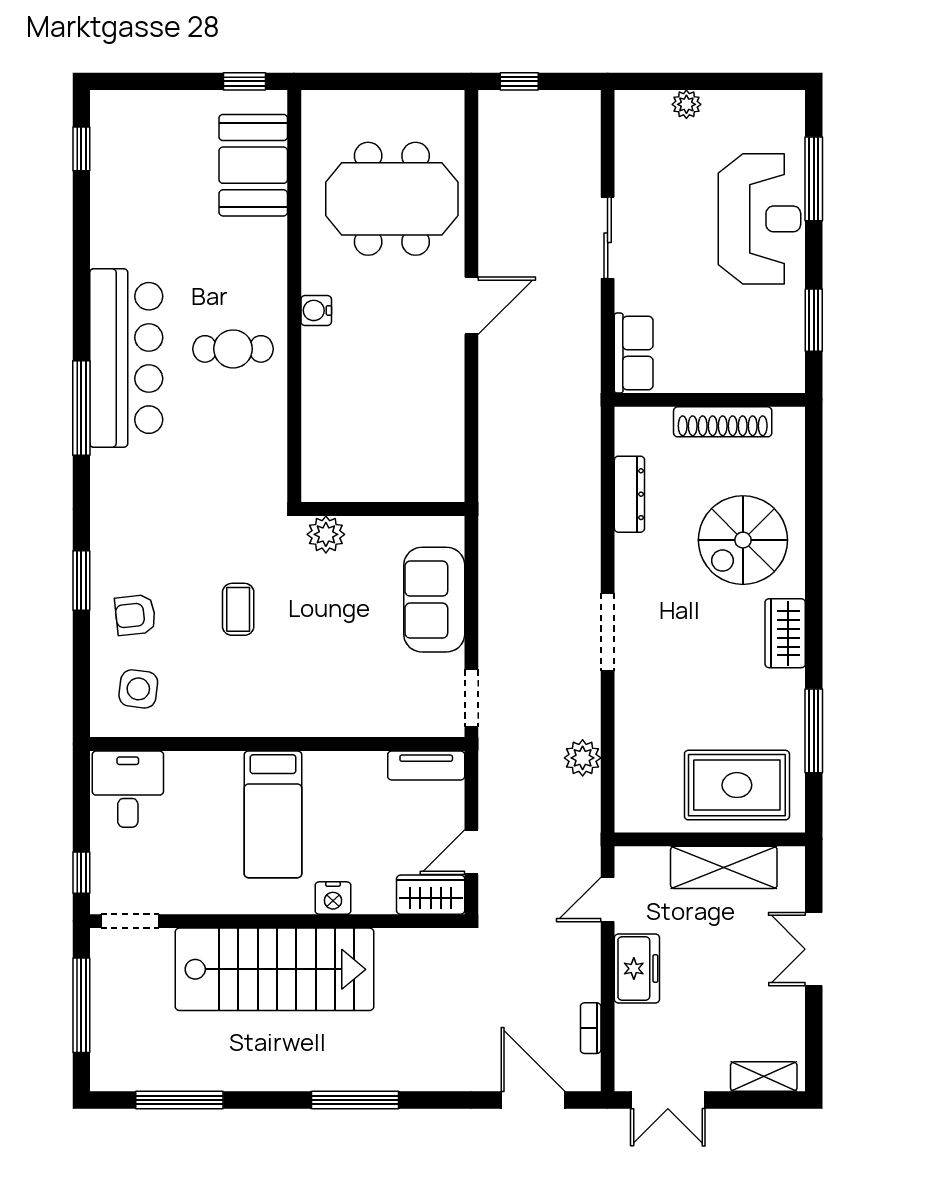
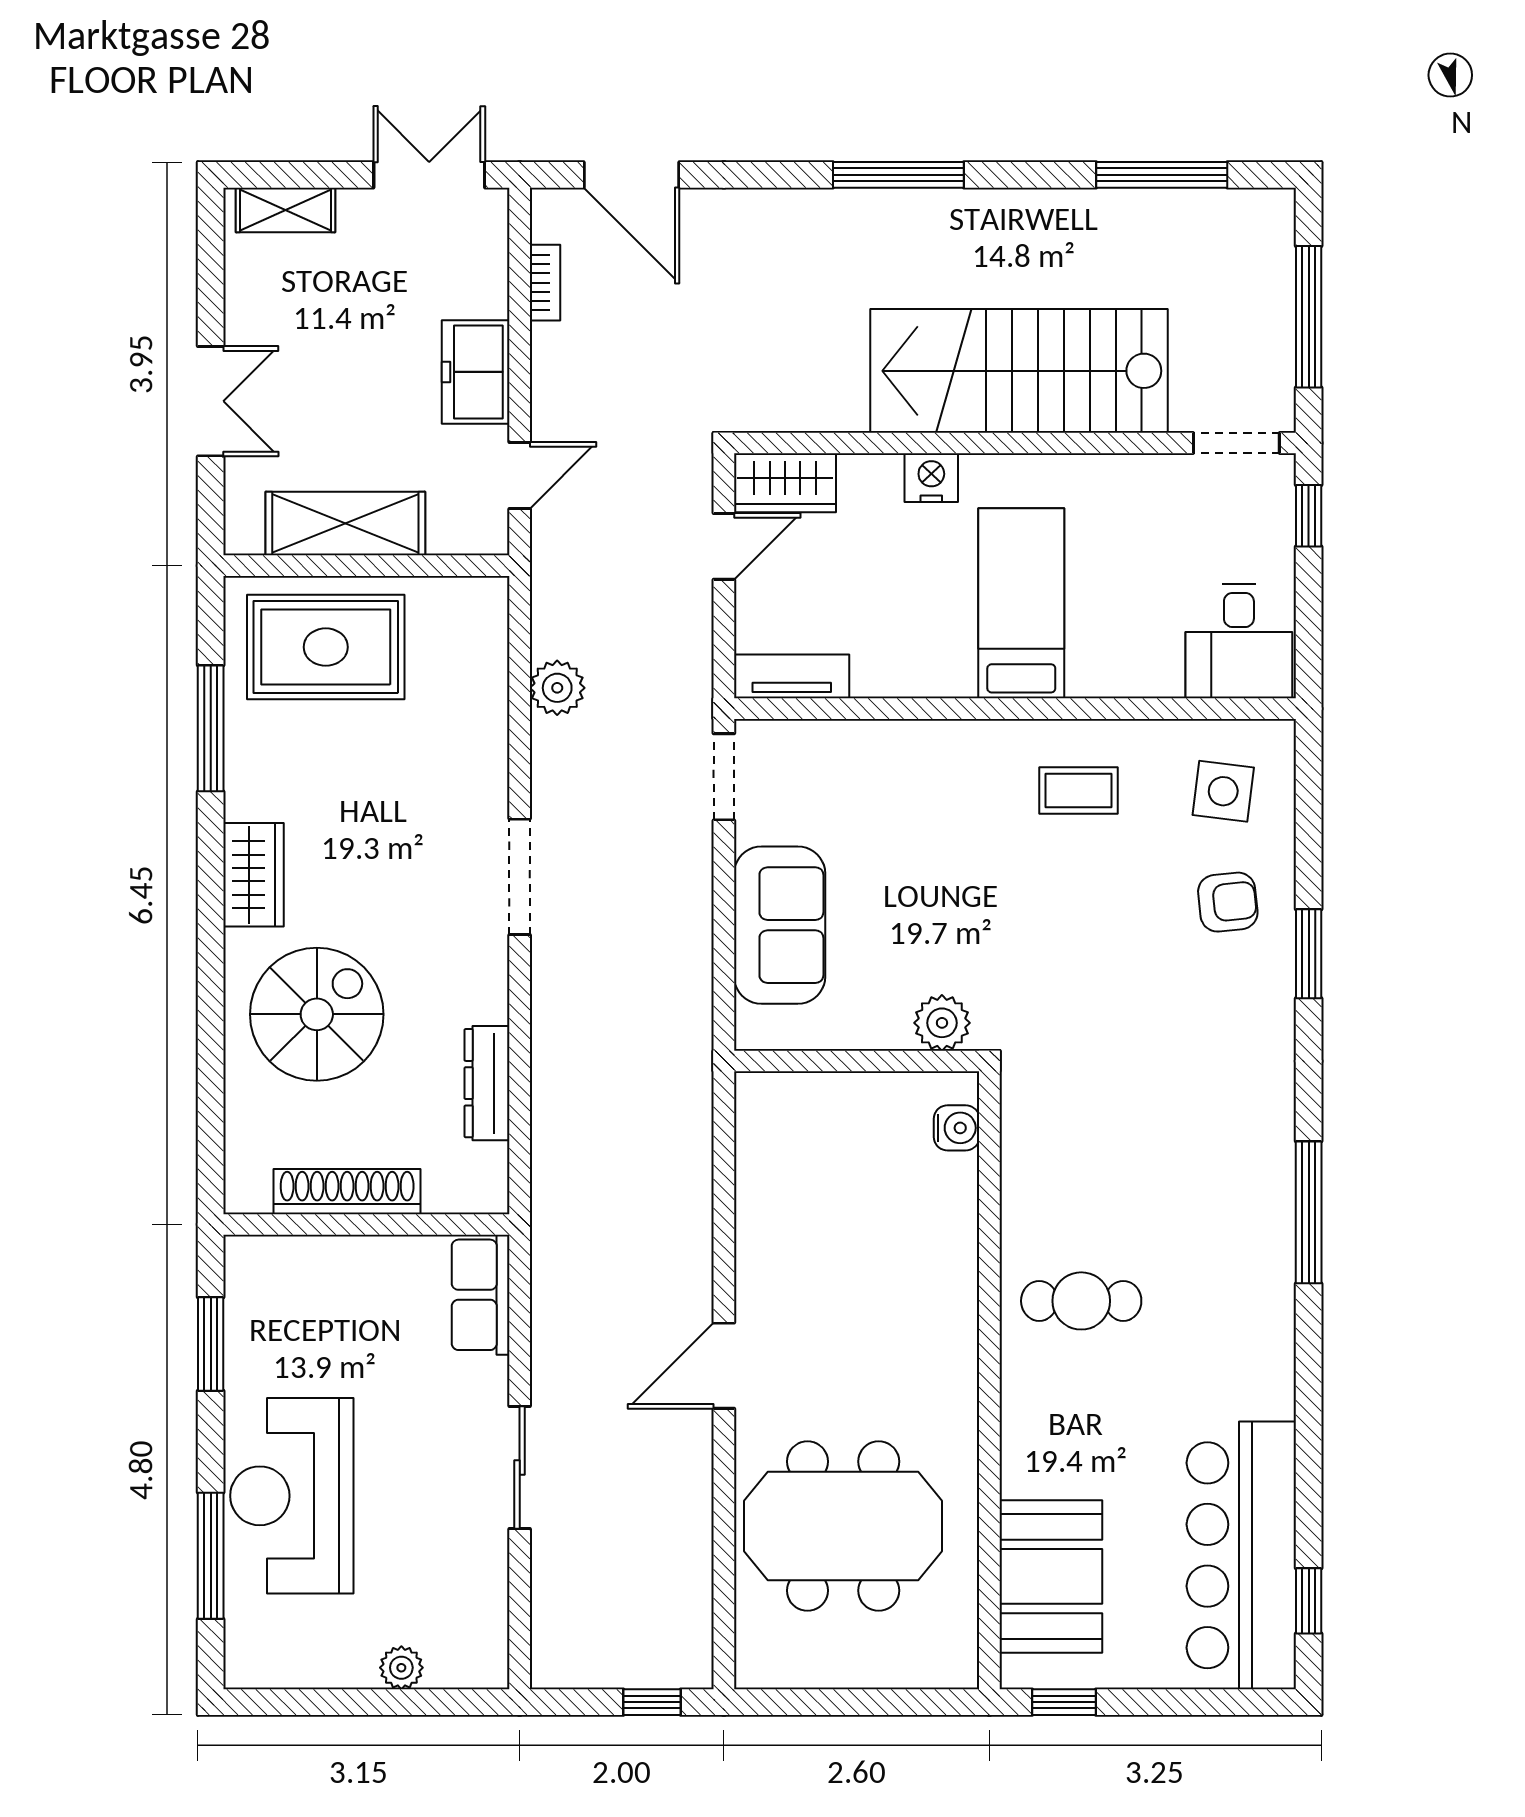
water cooler: (316, 310) -> (957, 1128), moved
bar counter: (126, 358) -> (1241, 1555), moved
coffee table: (238, 609) -> (1079, 790), moved, turned 90

